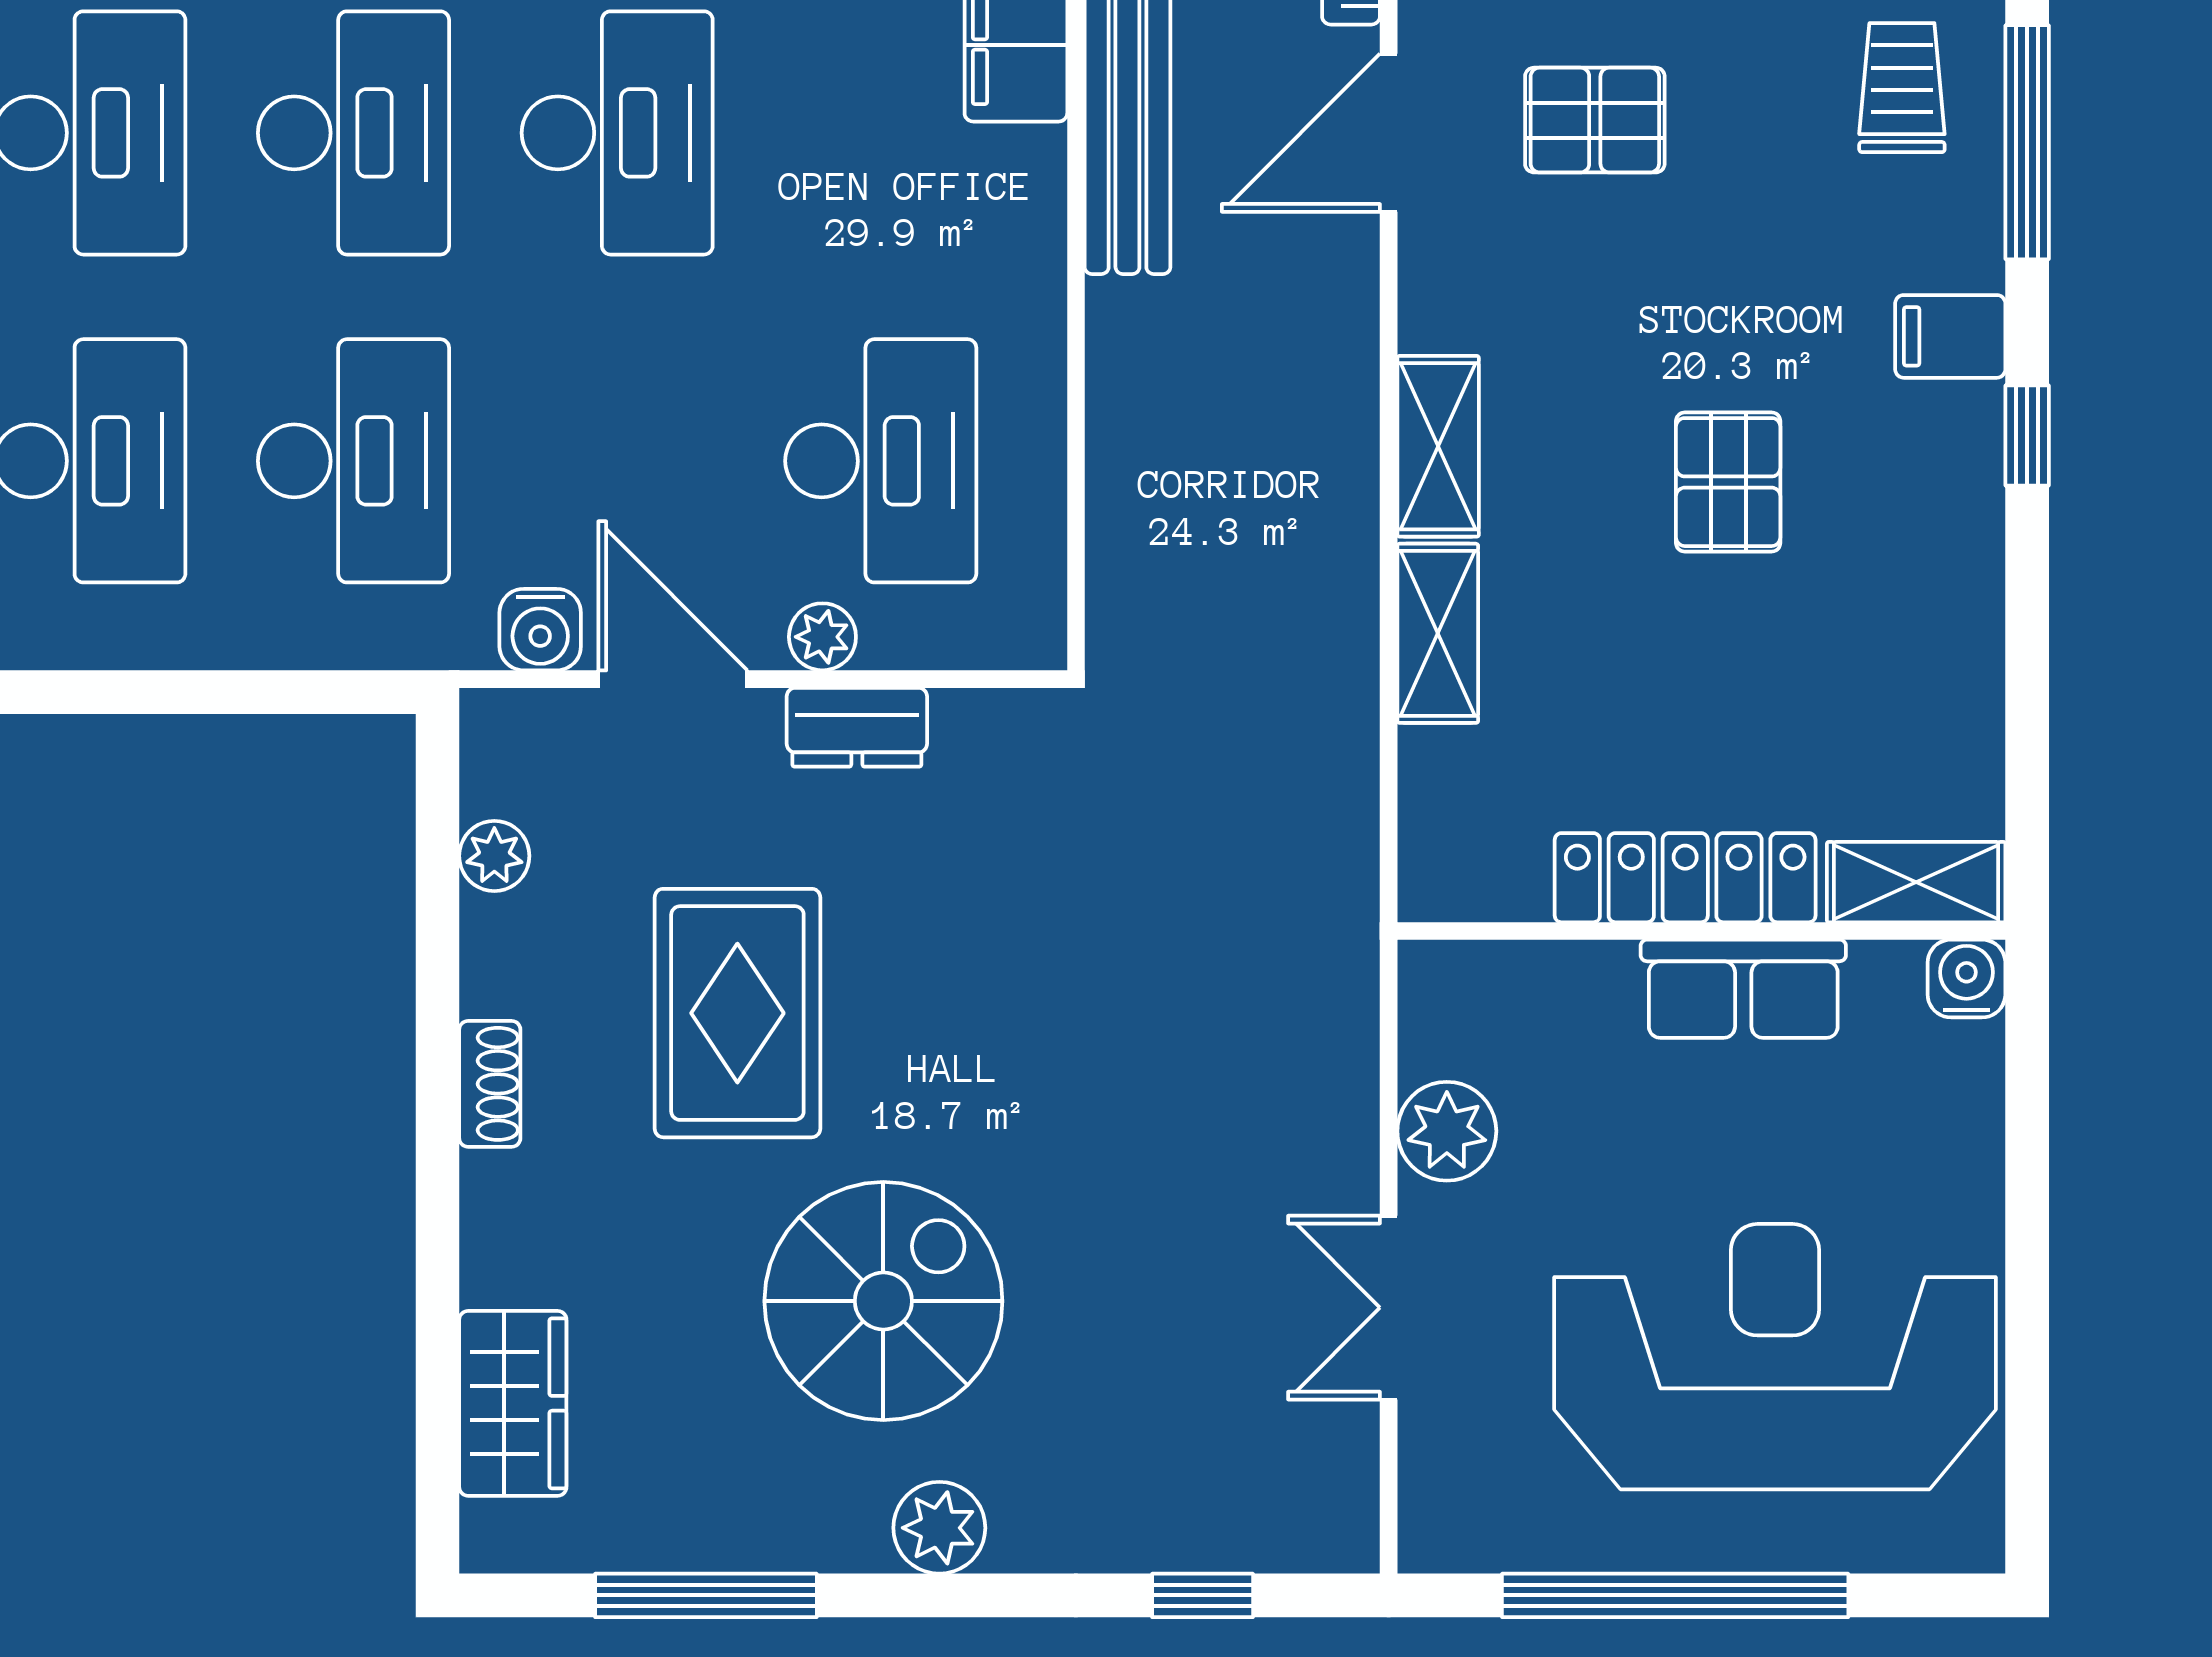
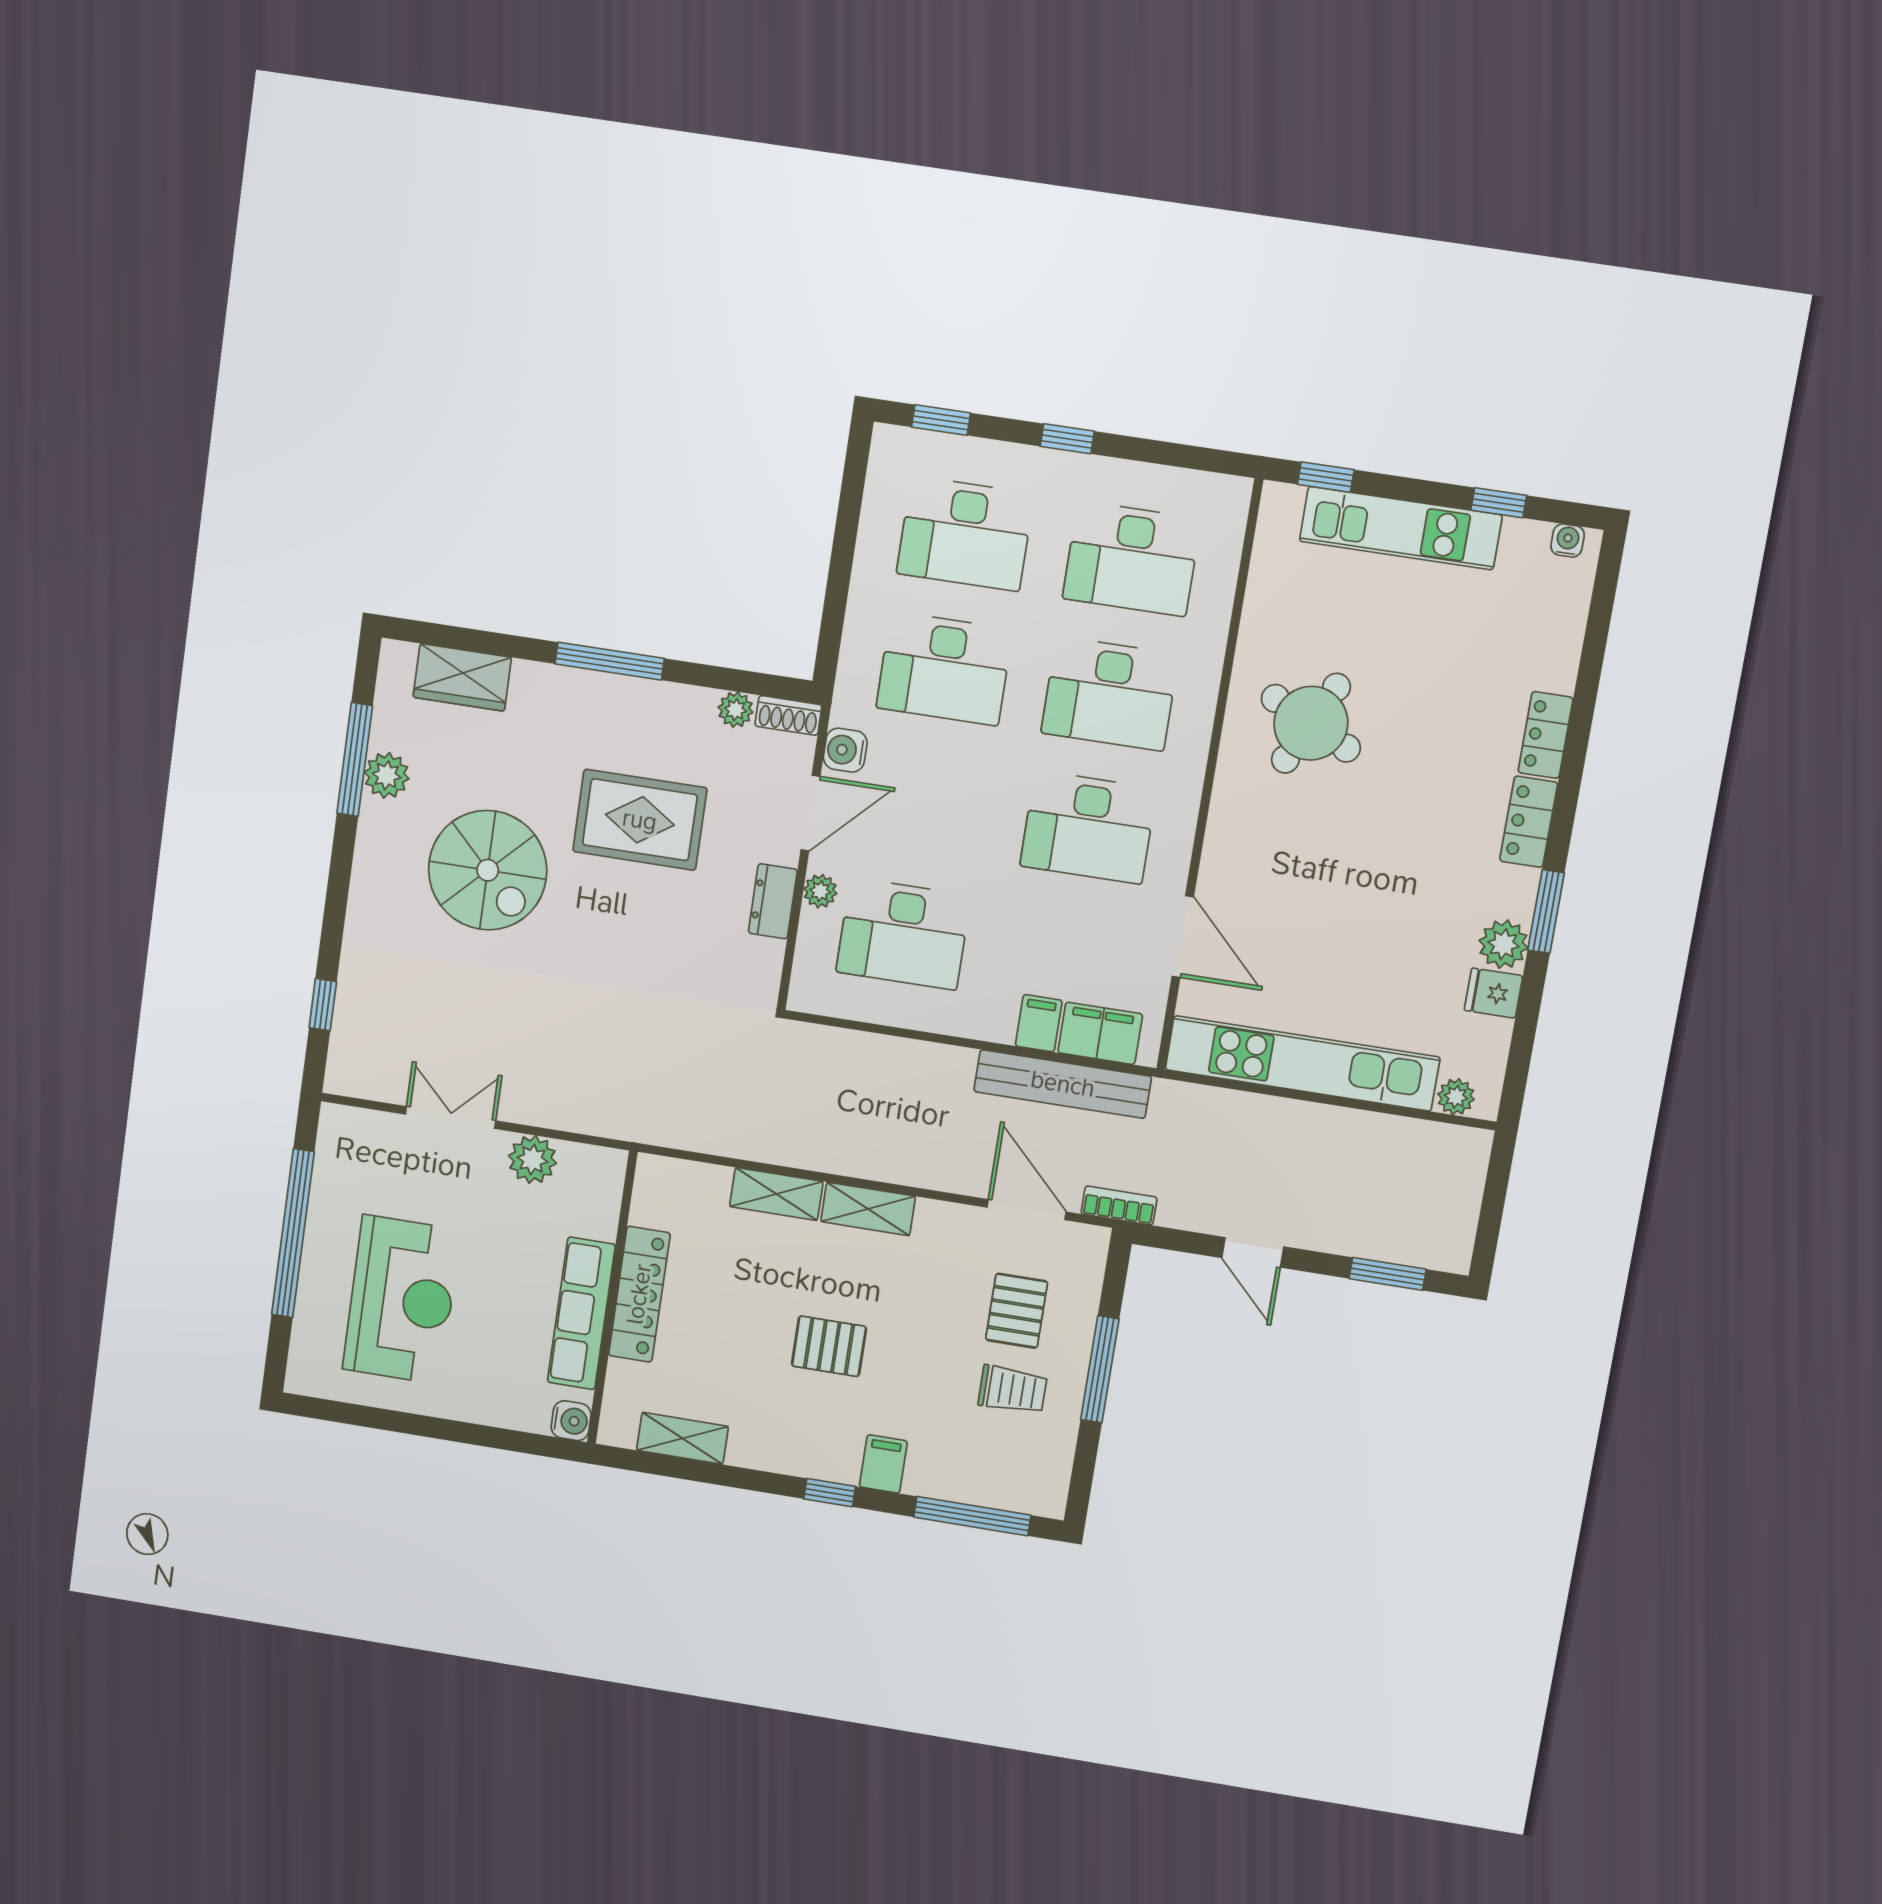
trolley: (1902, 88) -> (1013, 1390), moved
filing cabinet: (1015, 168) -> (1039, 1023), added
shelving: (1916, 882) -> (682, 1438), moved, turned 90
row of seats: (1743, 989) -> (581, 1313), width x1.48
shoe rack: (490, 1084) -> (788, 715), moved
window: (438, 1117) -> (610, 661), added
reception desk: (1775, 1357) -> (402, 1300), width x0.74, depth x0.77
plant: (939, 1528) -> (387, 775), moved

